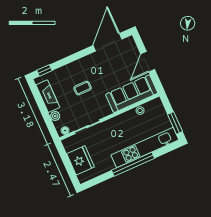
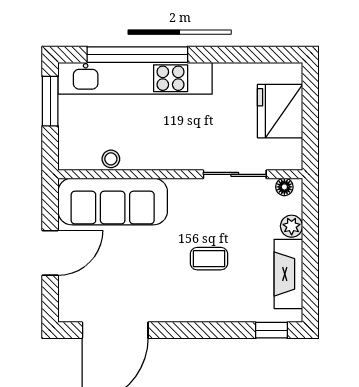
window: (133, 164) -> (137, 55), moved

